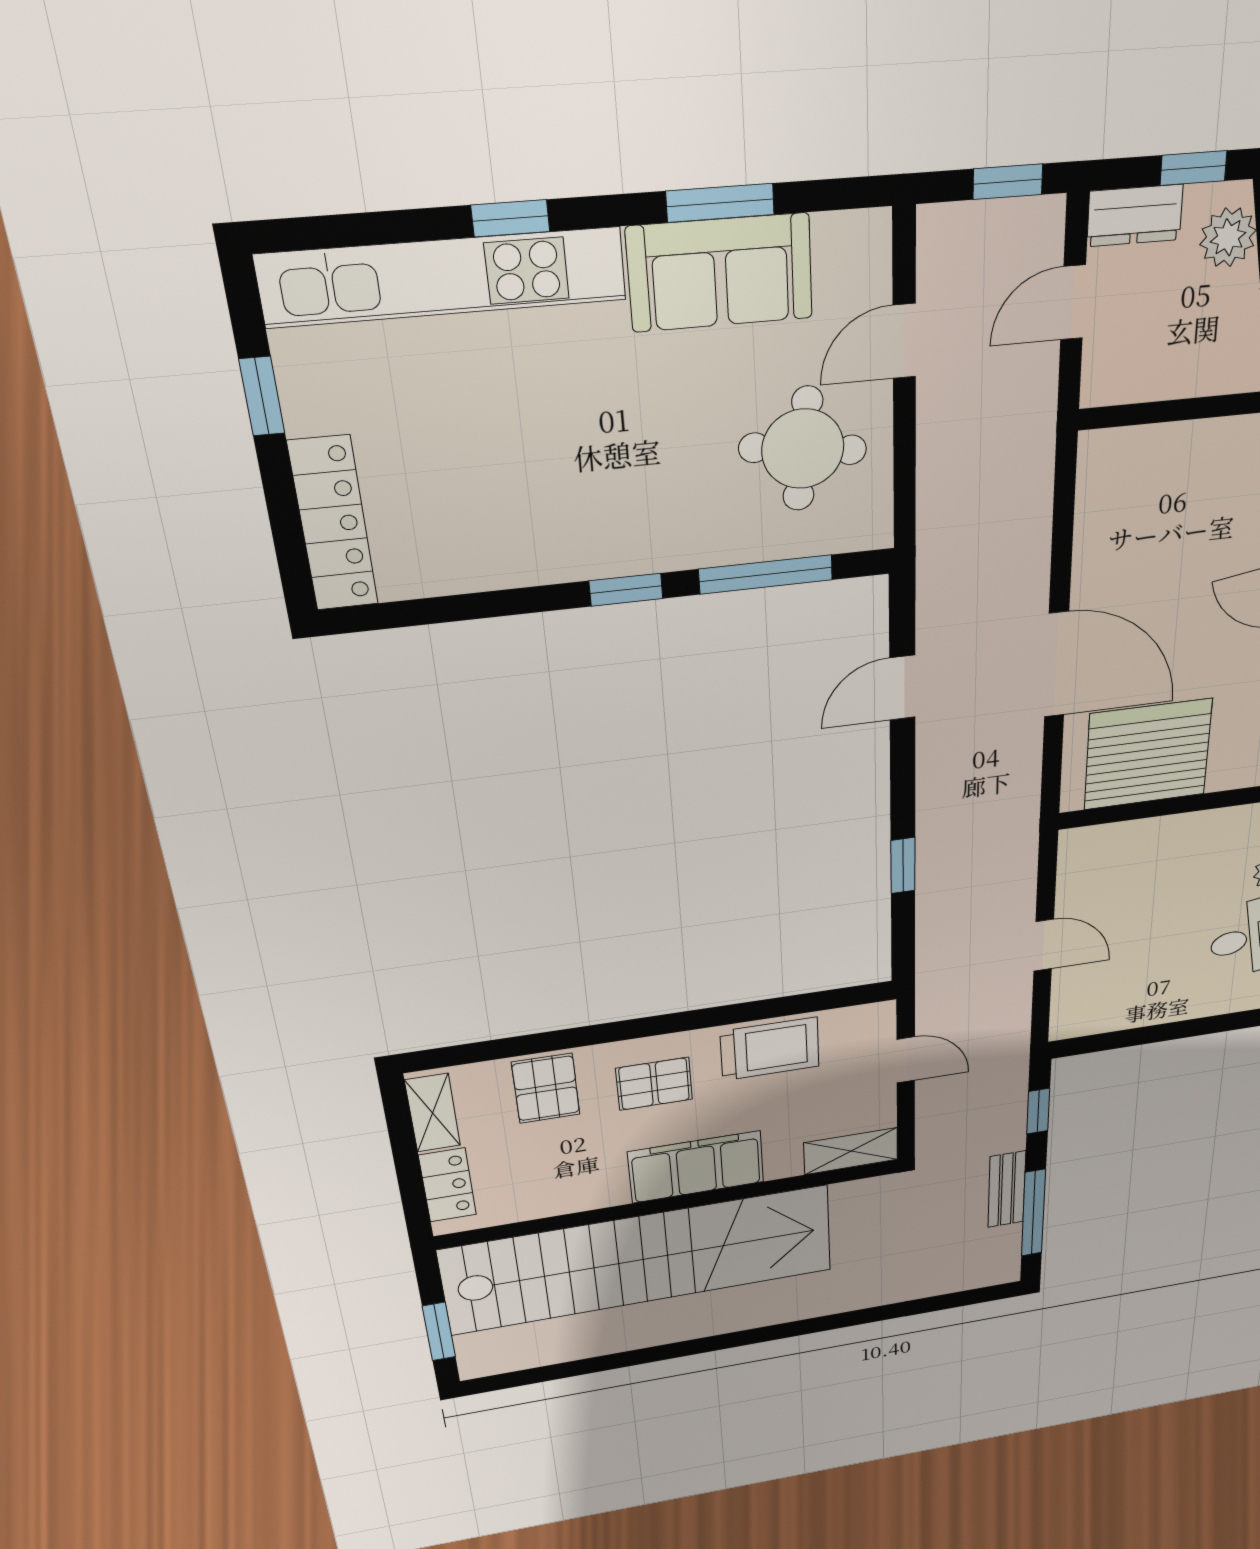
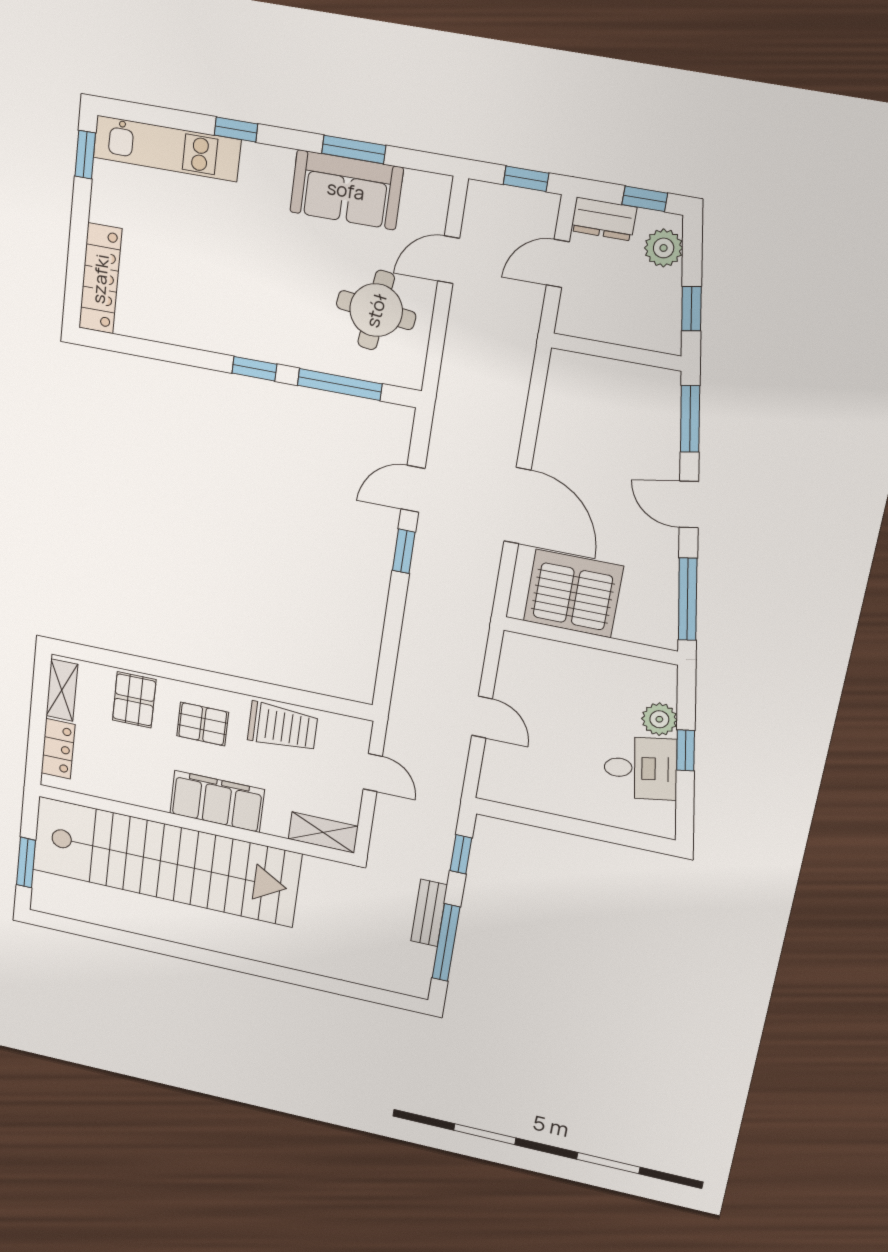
kitchen unit: (444, 277) -> (167, 149), width x0.73
window: (262, 396) -> (85, 155), moved
window: (903, 866) -> (404, 551), moved

